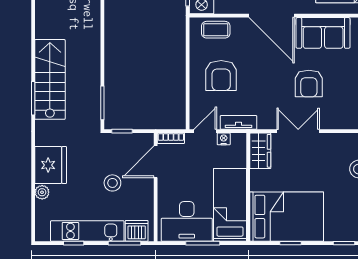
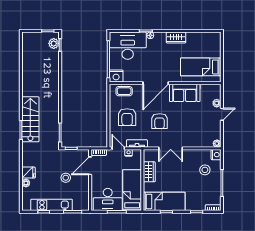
door: (272, 16) -> (156, 83), hinge flipped
armchair: (309, 83) -> (160, 121), moved
door: (205, 131) -> (118, 148), hinge flipped
double door: (298, 131) -> (171, 148), swing flipped
wardrobe: (260, 151) -> (149, 172), moved
fridge: (51, 165) -> (29, 173), width x0.53, depth x0.75
bed: (287, 217) -> (164, 201), width x0.67
dishwasher: (137, 231) -> (79, 205), removed

